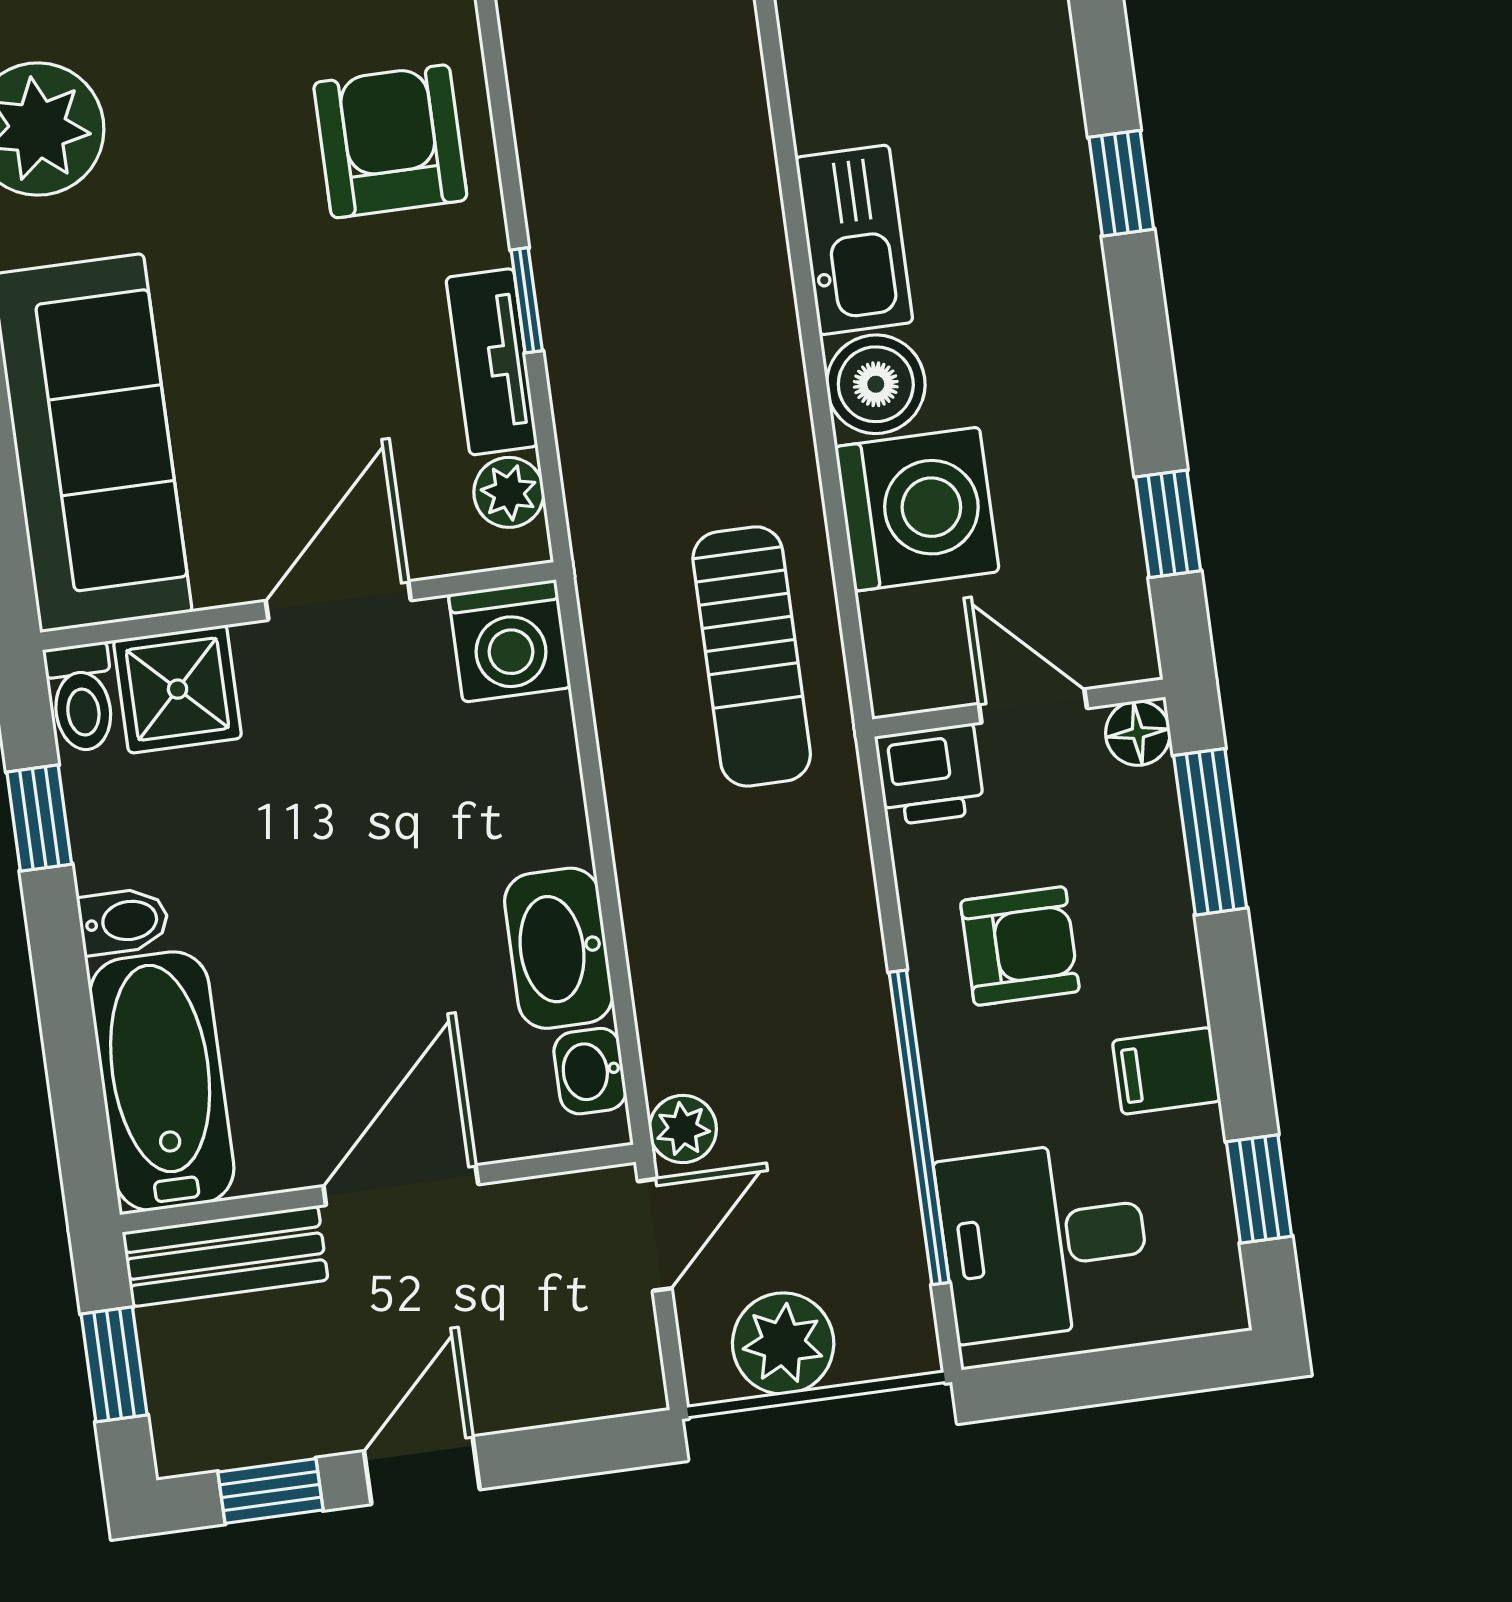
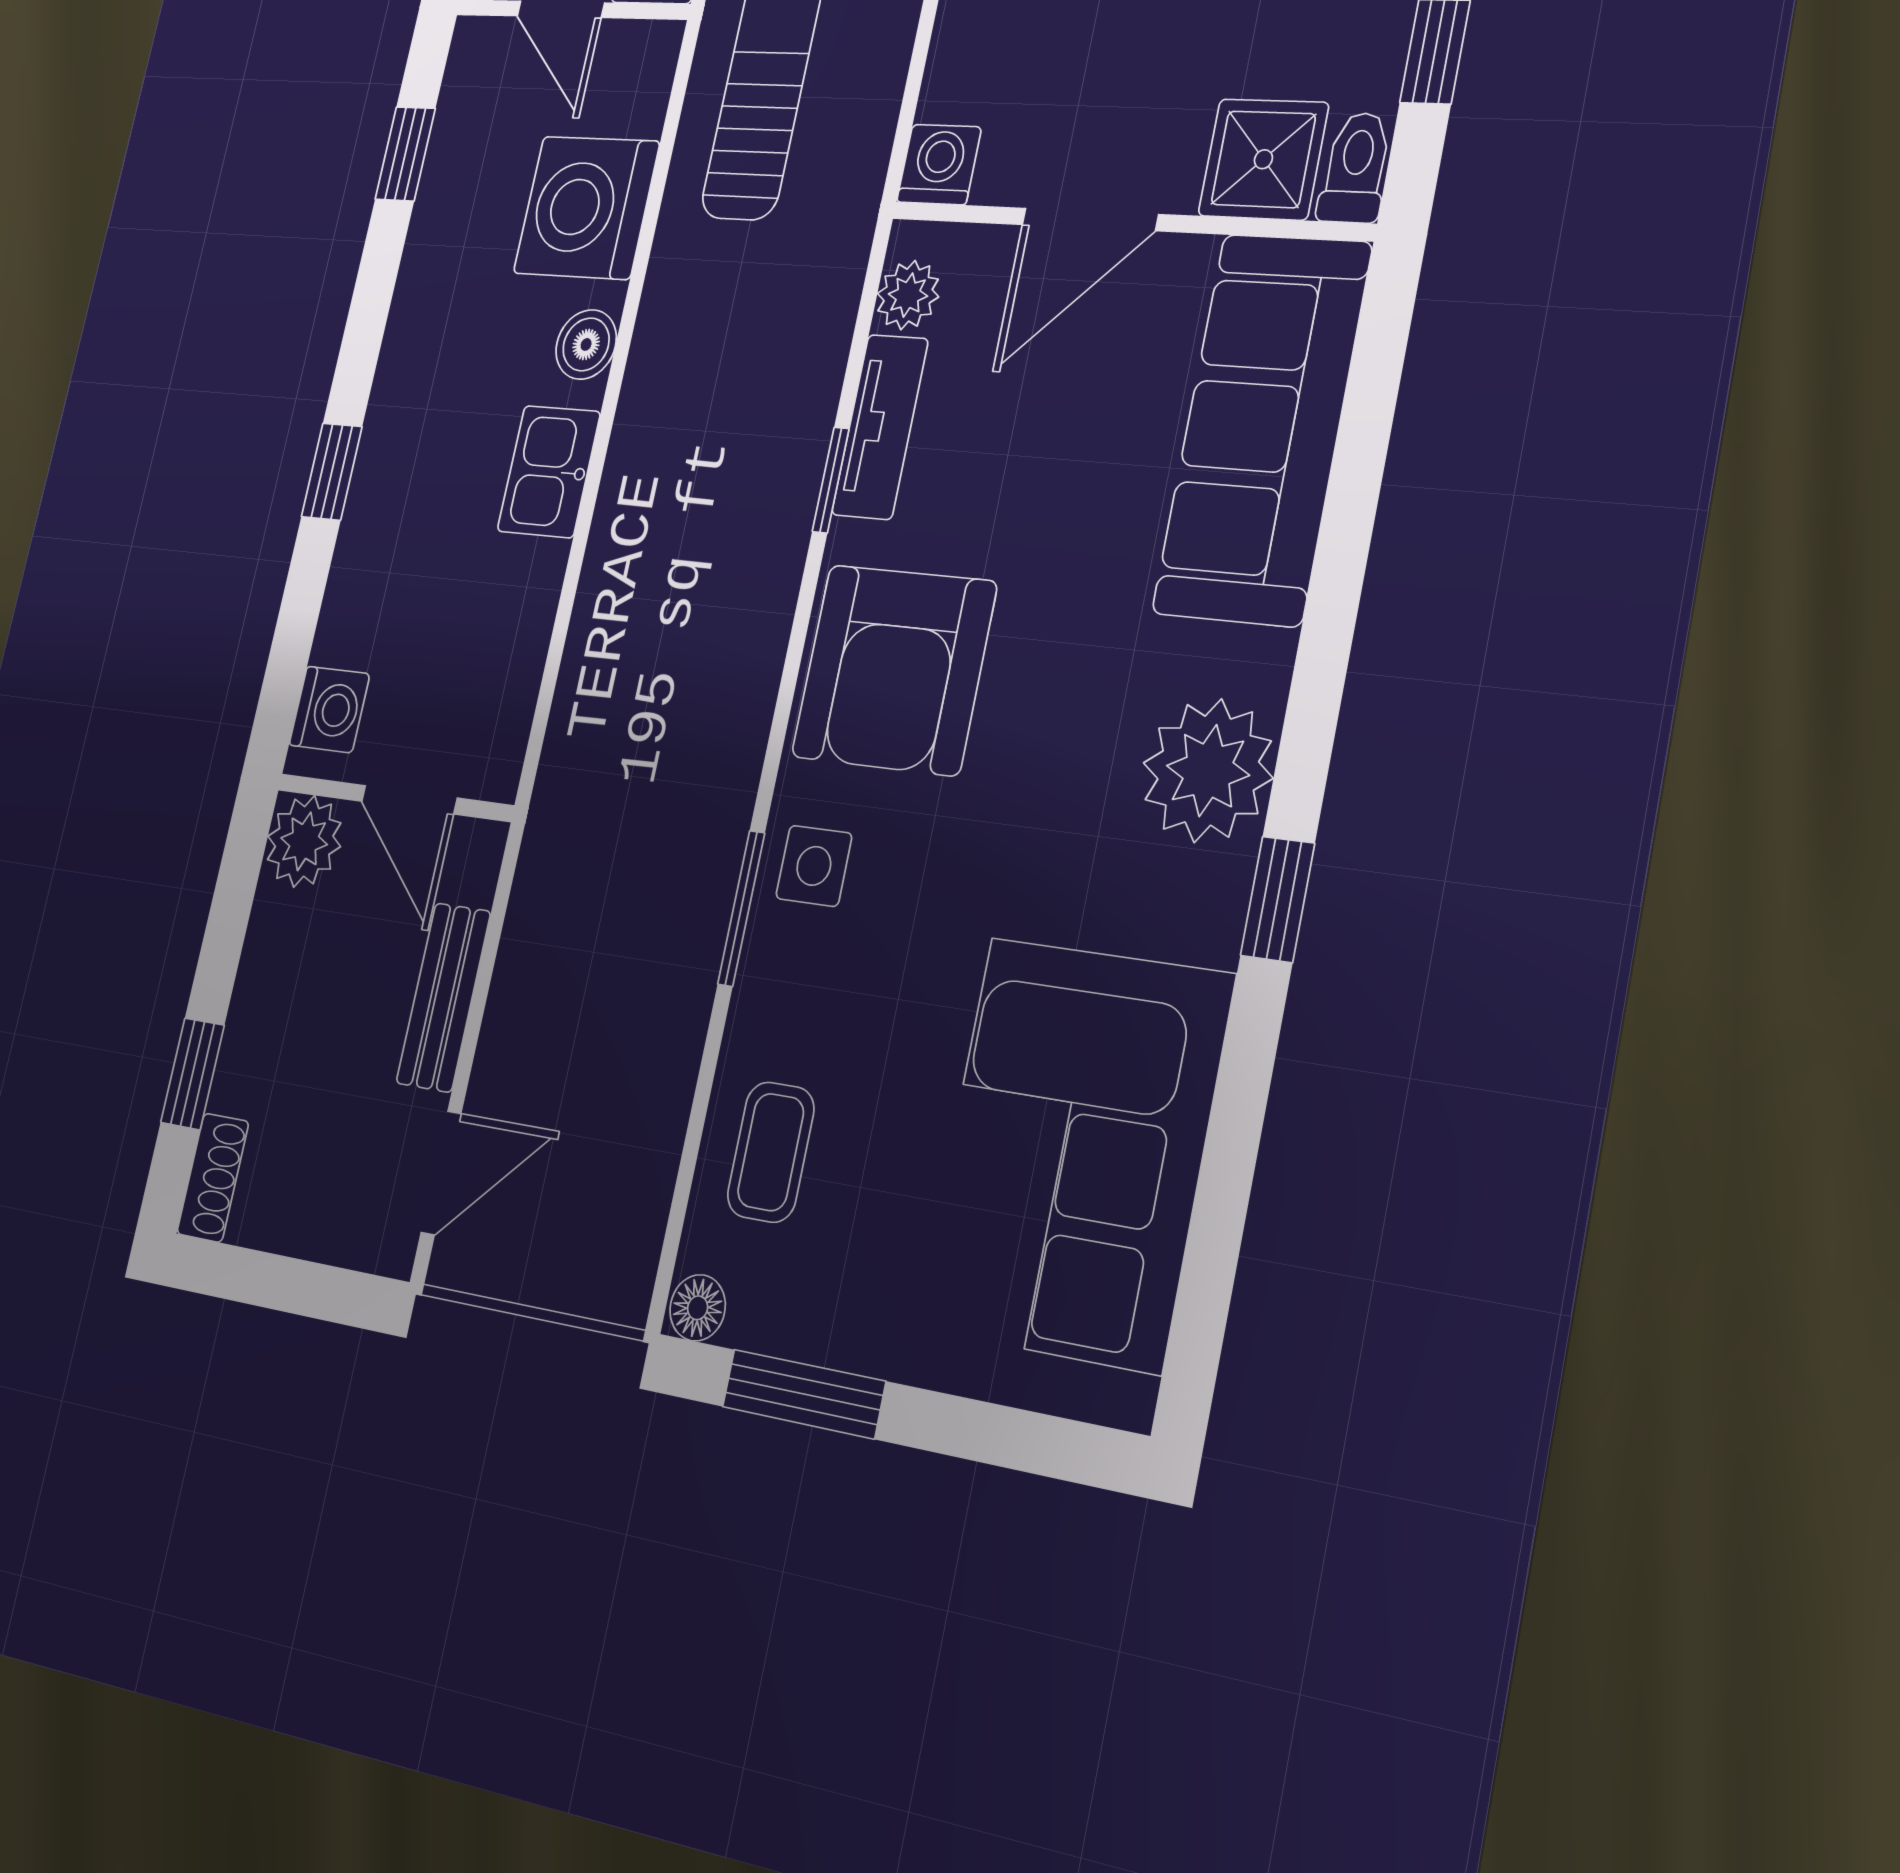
armchair: (390, 141) -> (894, 669), width x1.36, depth x1.36
kitchen sink: (854, 240) -> (549, 472), width x0.73
boiler: (876, 384) -> (586, 344), width x0.73, depth x0.73
washing machine: (510, 641) -> (939, 165), width x0.73, depth x0.73

